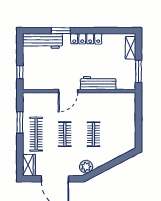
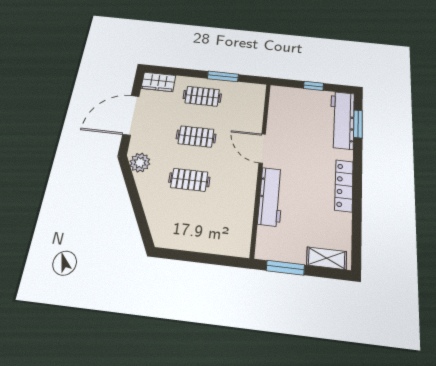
window: (61, 31) -> (358, 124), moved
window: (20, 72) -> (313, 86), moved
clothes rail: (36, 134) -> (202, 96), width x0.73

